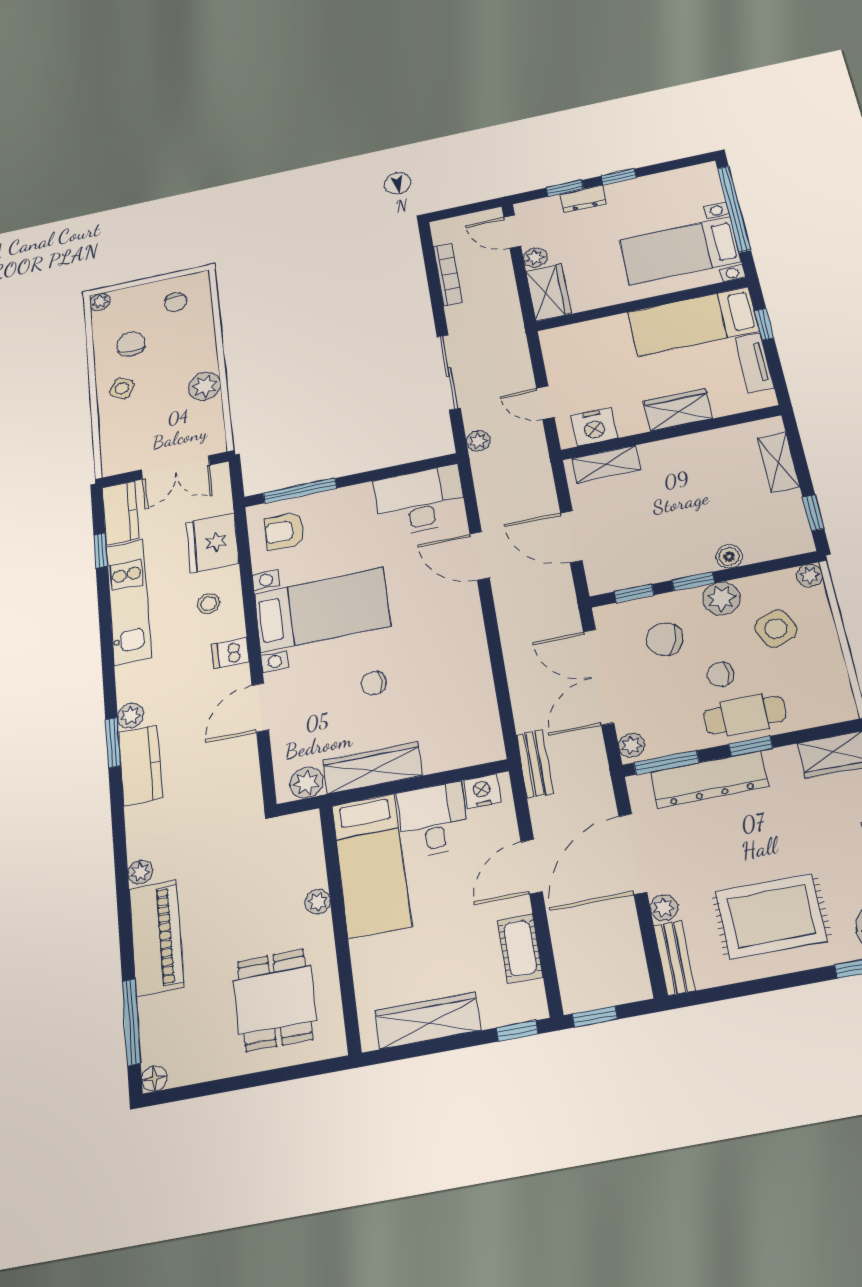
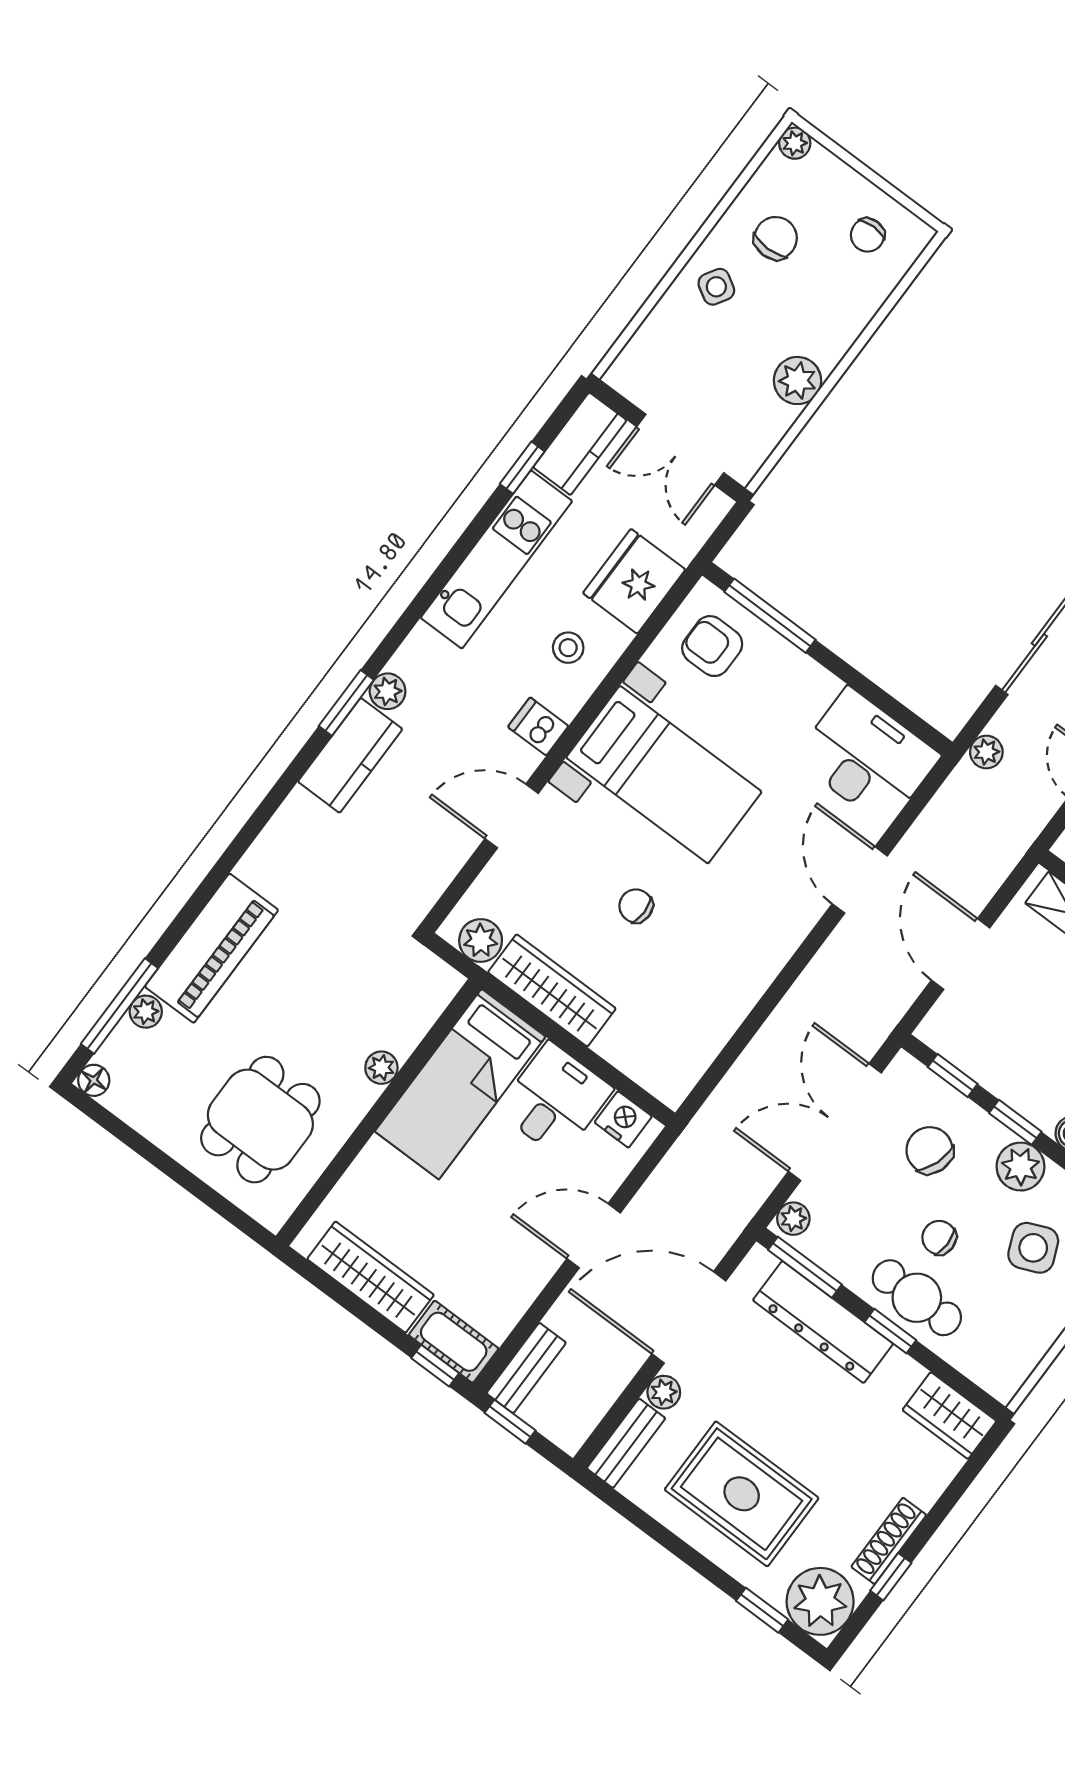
bench: (535, 764) -> (526, 1368), moved
plant: (140, 872) -> (146, 1012), moved
cot: (520, 948) -> (454, 1342), moved, turned 90

